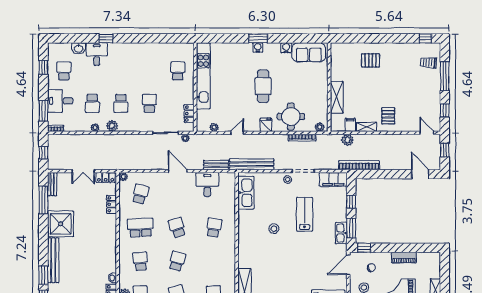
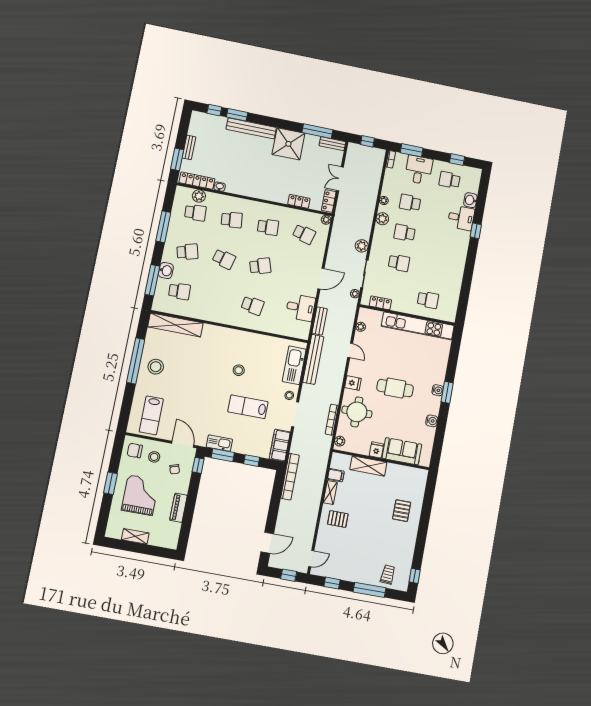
sofa: (309, 52) -> (402, 451), moved, turned 90
school desk: (64, 71) -> (450, 180), turned 180
fridge: (321, 93) -> (376, 450), added
plant: (347, 140) -> (362, 246), moved
kitchen sink: (246, 193) -> (294, 365), moved, turned 90
lab bench: (305, 214) -> (248, 407), turned 180
school desk: (140, 228) -> (268, 227), width x0.54

